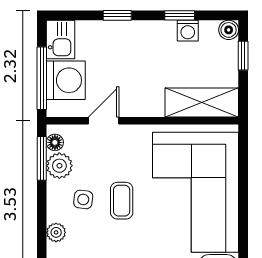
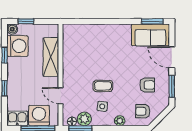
washing machine: (188, 31) -> (17, 46), width x1.89, depth x1.89
shelving: (202, 103) -> (51, 57), moved
corner sofa: (196, 192) -> (98, 47), removed

